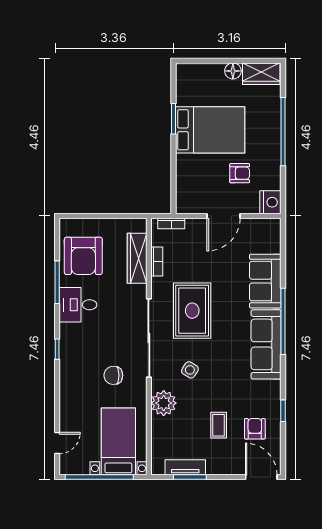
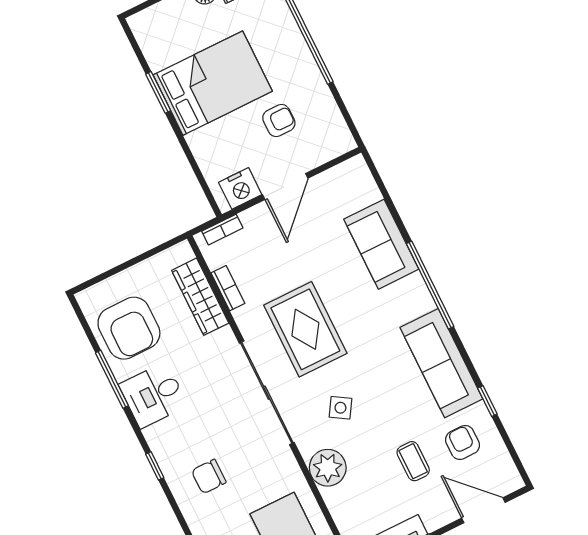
nightstand: (270, 202) -> (240, 188), moved, turned 90
sofa: (266, 344) -> (441, 363), moved
chair: (113, 375) -> (209, 476), moved
door: (261, 477) -> (483, 510), moved

